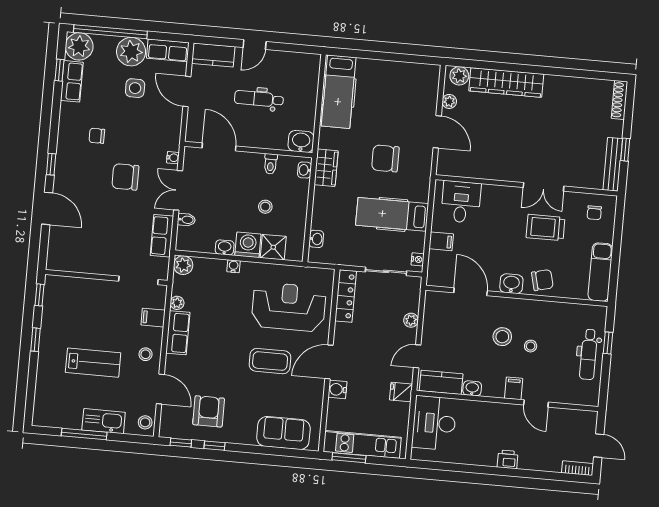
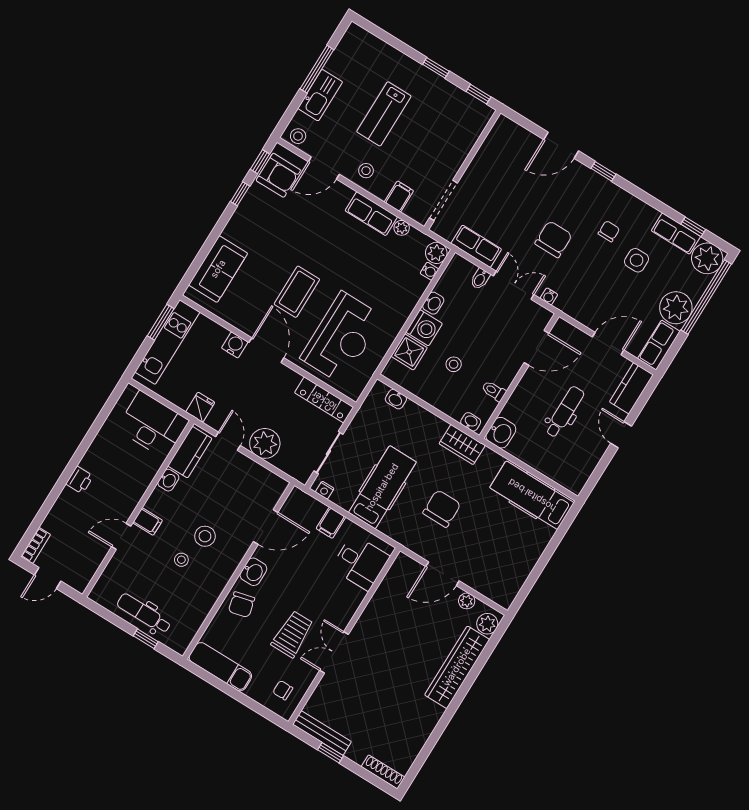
side table: (135, 88) -> (637, 260), moved
water cooler: (234, 266) -> (429, 271), moved
plant: (411, 320) -> (265, 443), width x1.88, depth x1.88
armchair: (209, 411) -> (278, 175), moved

